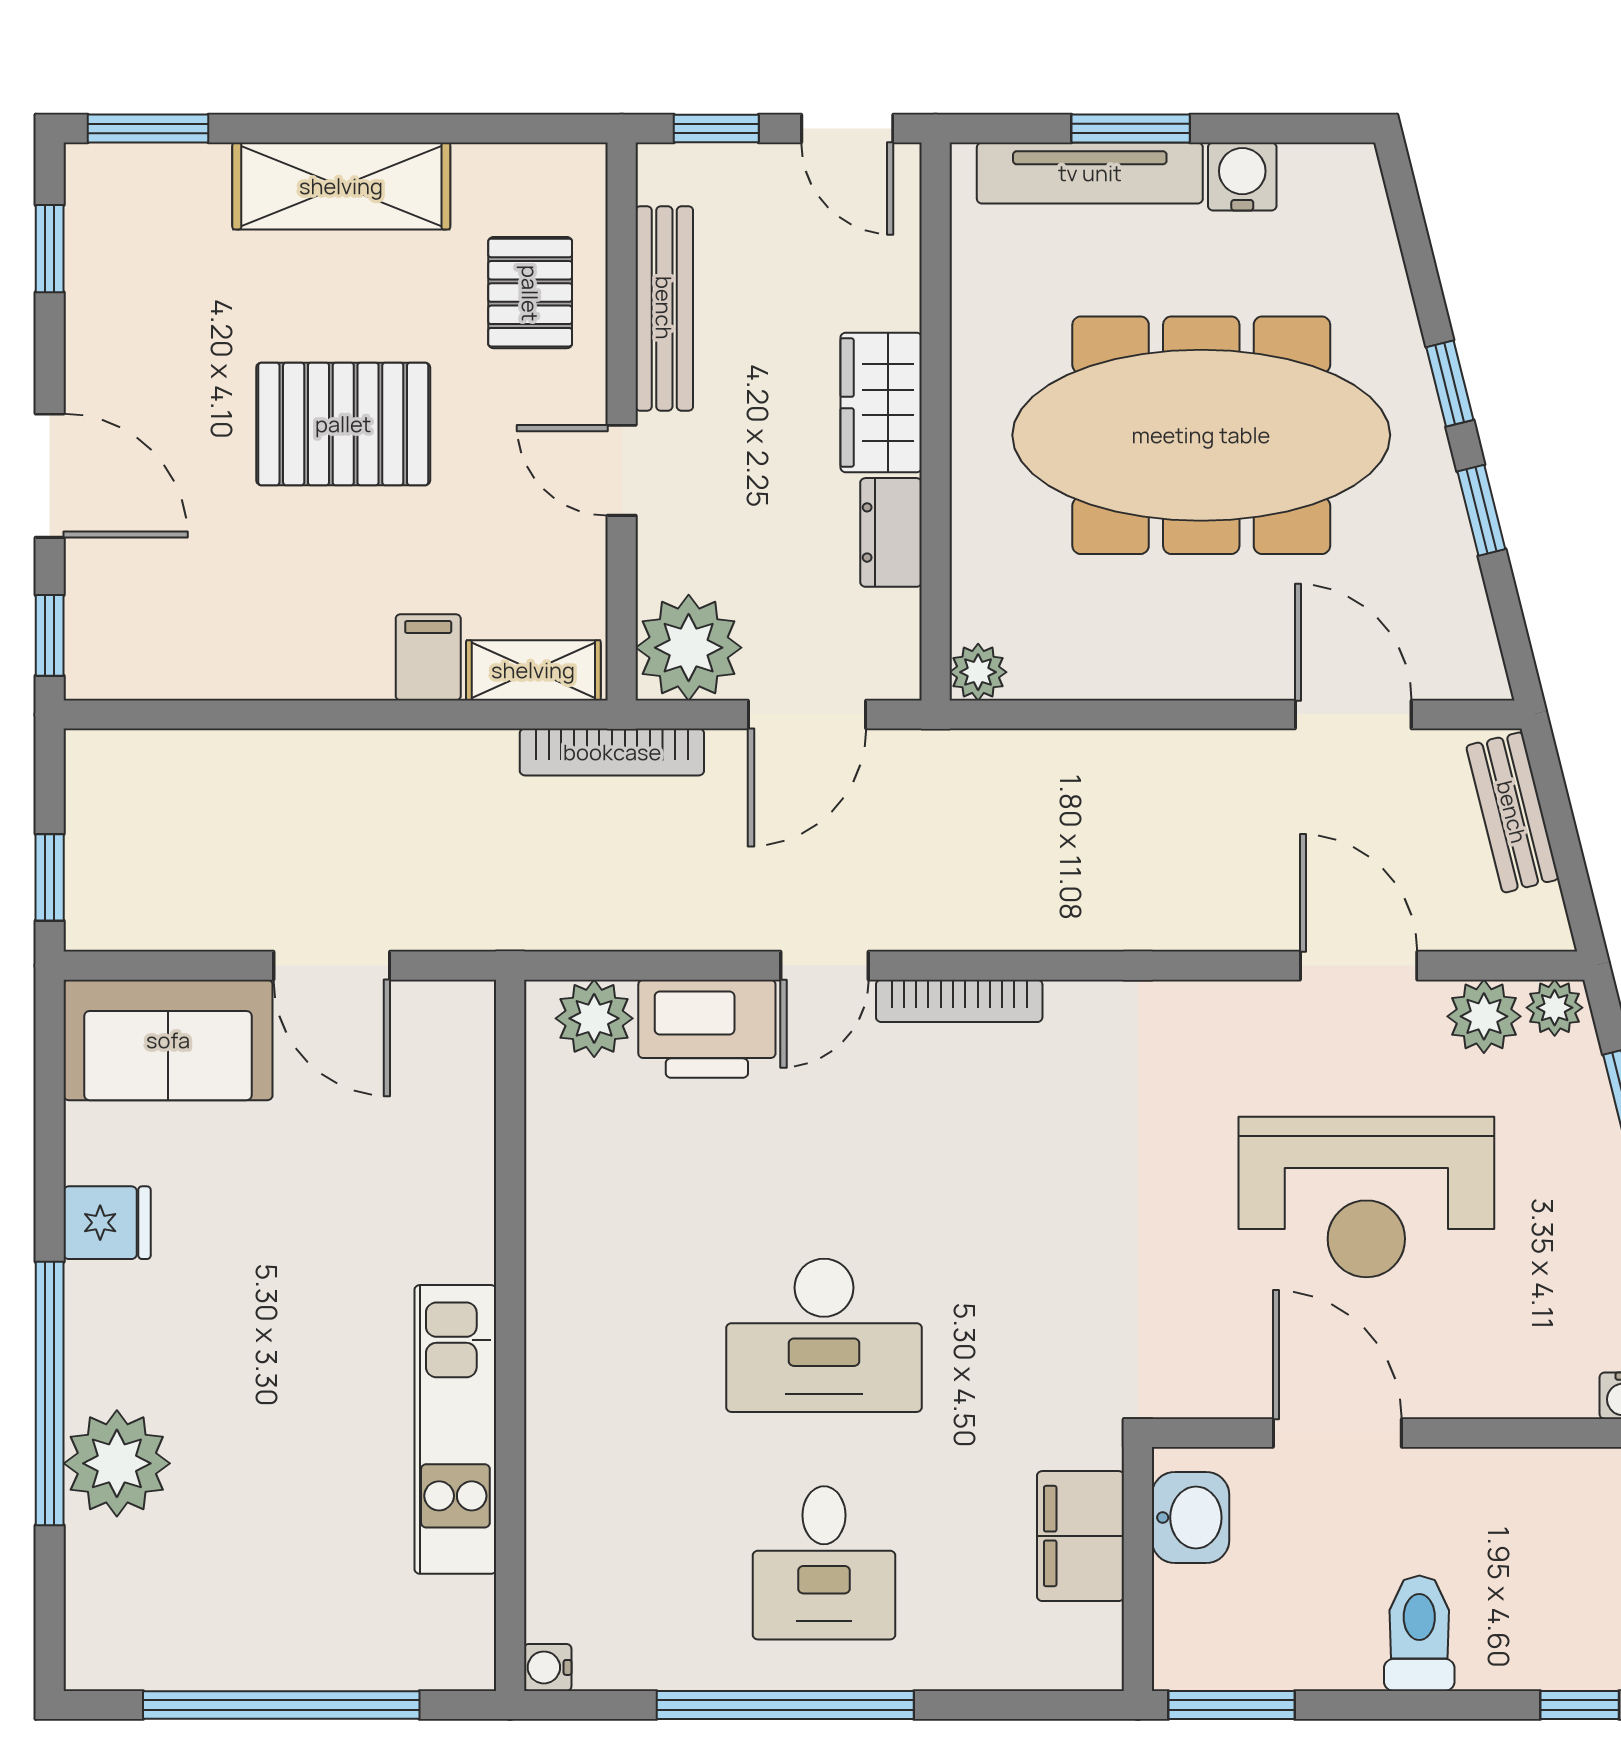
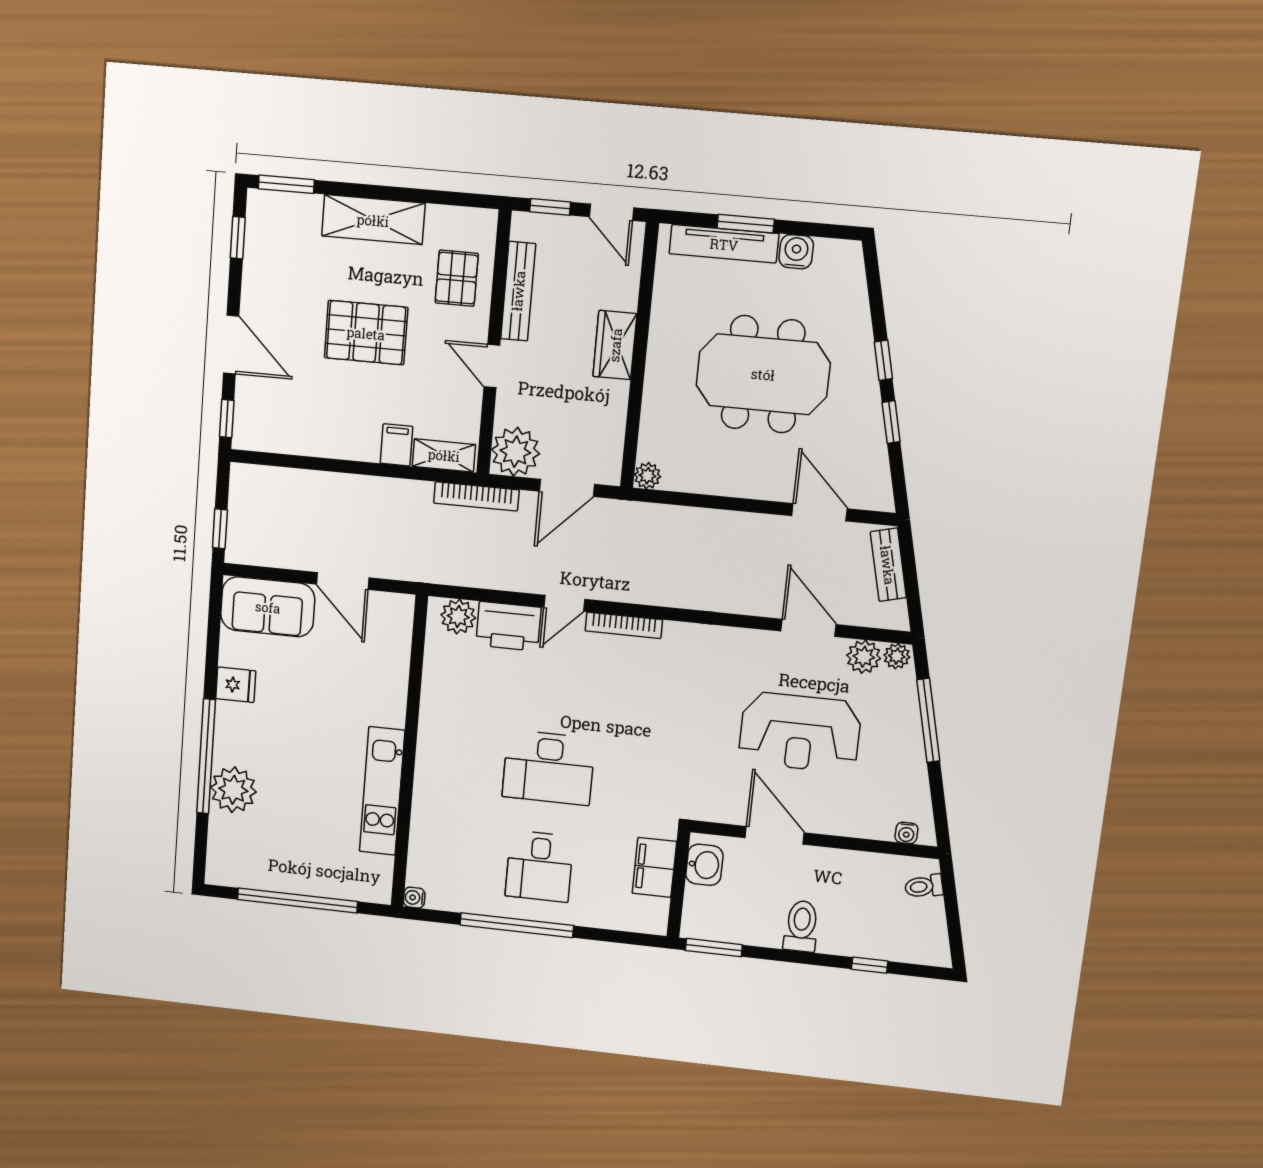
meeting table: (1201, 435) -> (763, 374), width x0.73
dresser: (891, 532) -> (614, 407), removed

